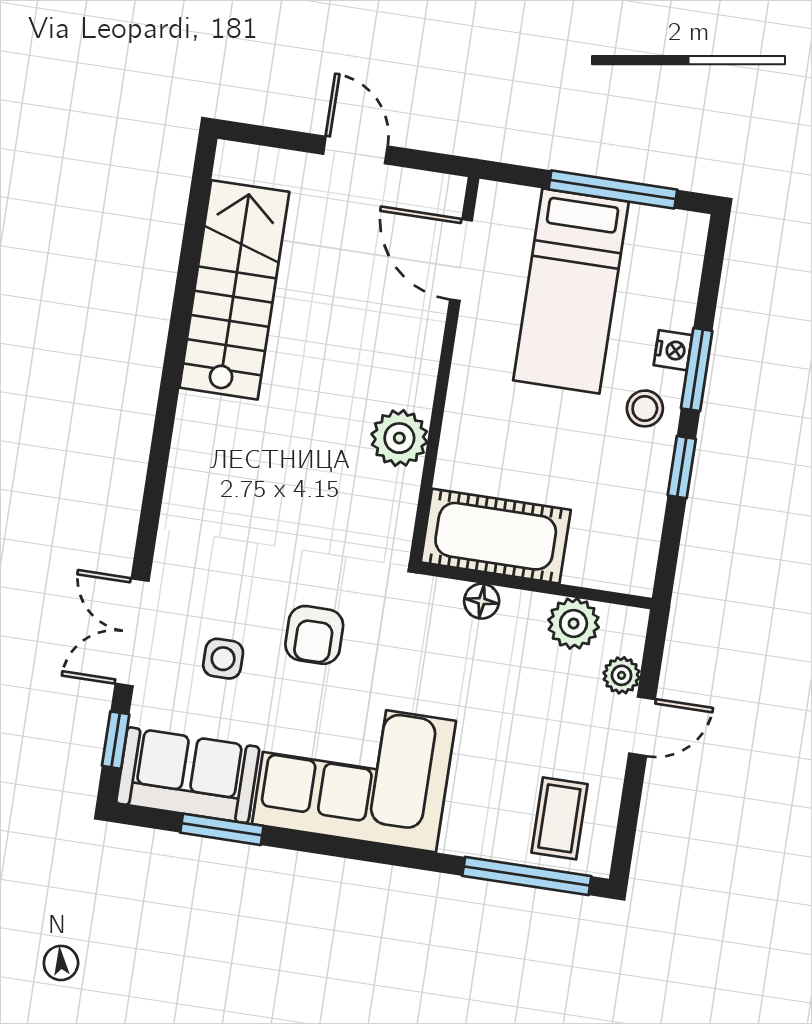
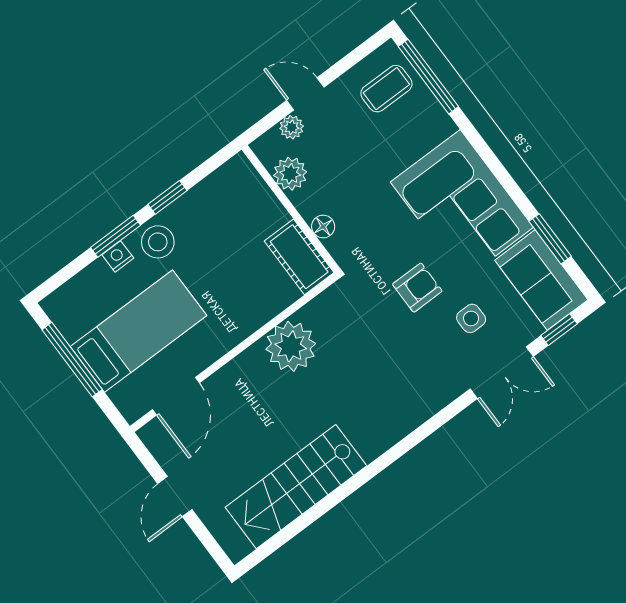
stool: (645, 408) -> (158, 242), width x1.37, depth x1.37
plant: (399, 438) -> (291, 346), width x1.36, depth x1.36
cot: (496, 536) -> (299, 257), width x0.73, depth x0.75

